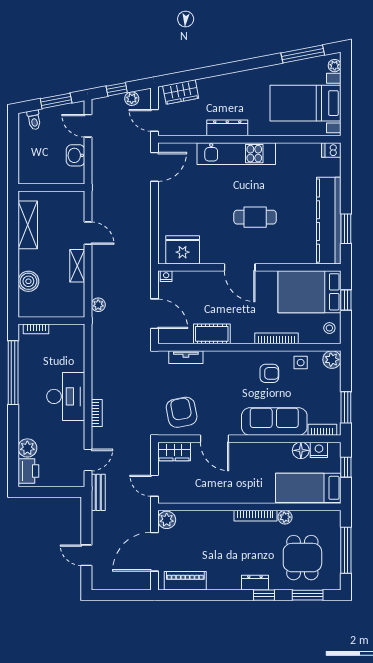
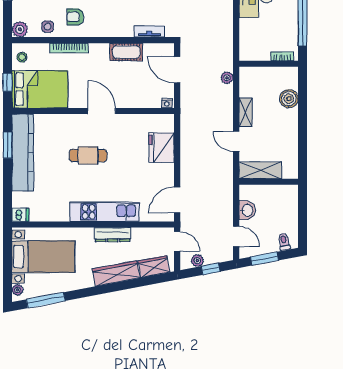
wardrobe: (223, 84) -> (116, 273), added
shelving: (28, 225) -> (260, 170), moved, turned 90
fridge: (183, 250) -> (162, 147), moved, turned 90

